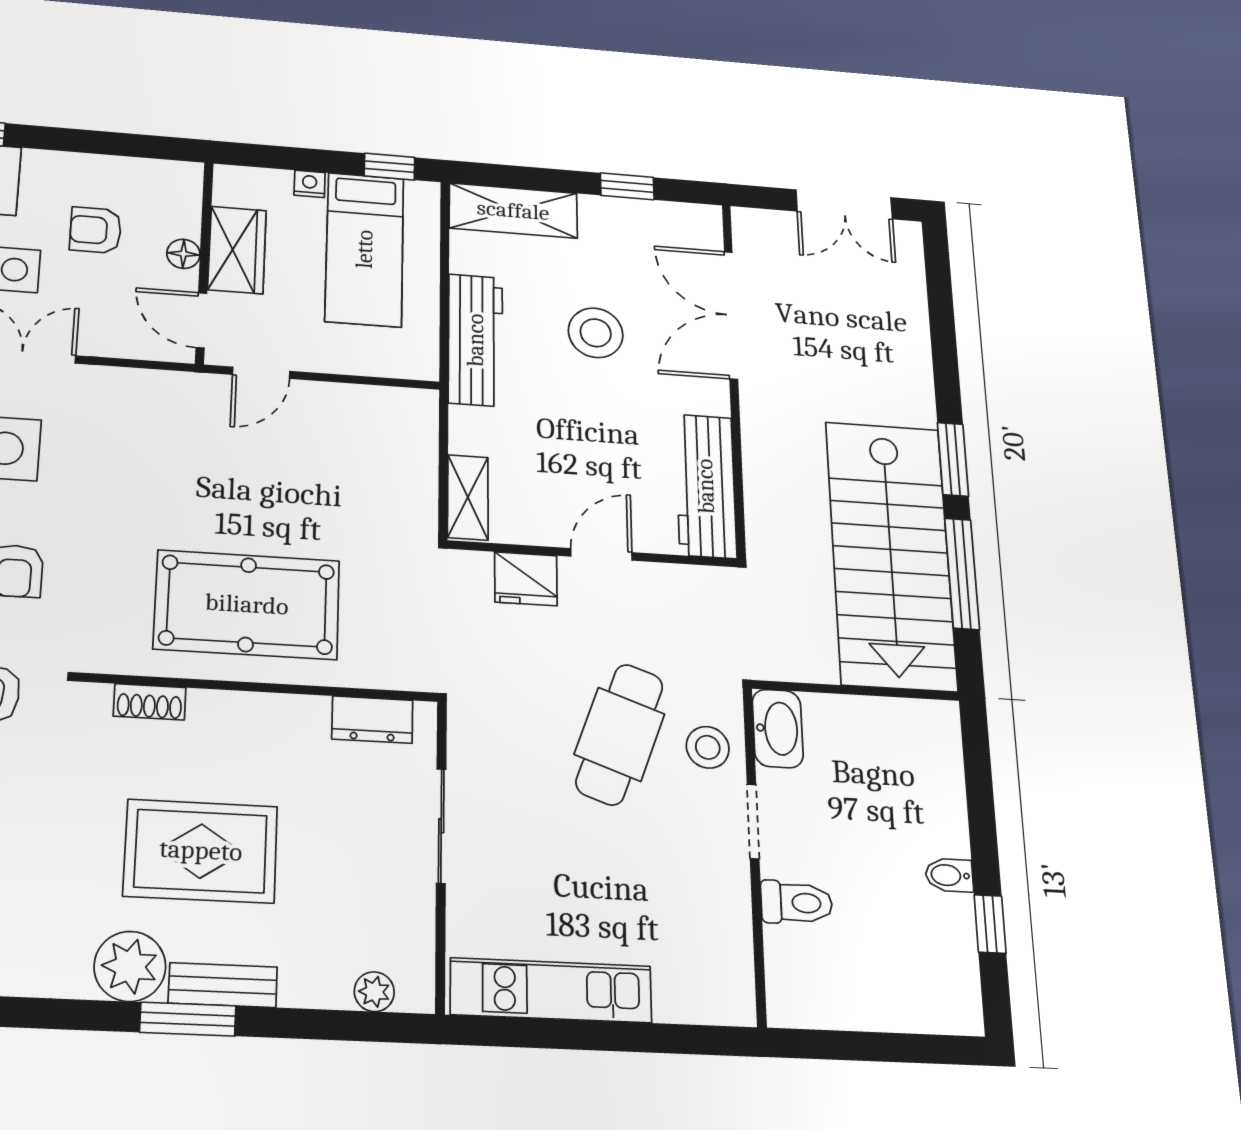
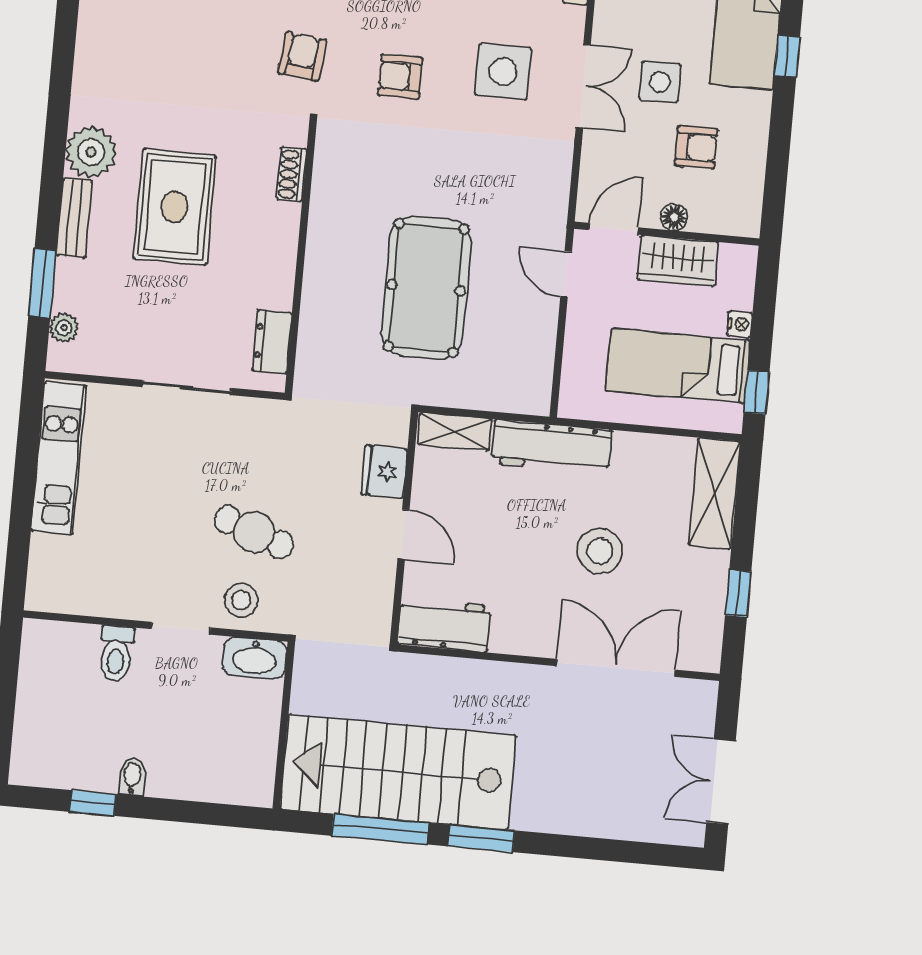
armchair: (96, 230) -> (696, 147), turned 90
workbench: (476, 340) -> (551, 447), moved
workbench: (706, 486) -> (444, 625), width x0.73
pool table: (247, 605) -> (426, 288), moved
cafe table: (620, 734) -> (254, 532), width x0.73, depth x0.74
window: (188, 1019) -> (42, 283), moved

